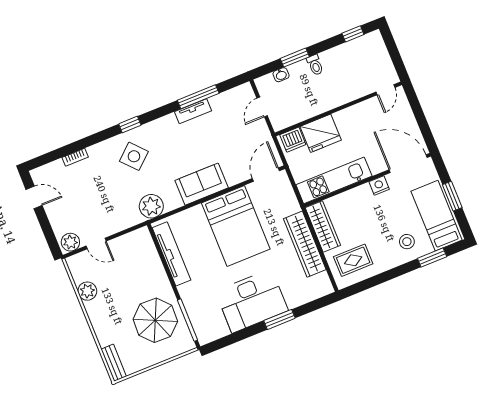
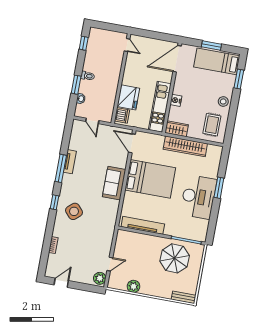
window: (198, 97) -> (61, 168), moved
nightstand: (379, 186) -> (176, 100), moved
plant: (151, 206) -> (109, 220), removed
wardrobe: (323, 226) -> (177, 129), width x0.67
stool: (407, 242) -> (223, 101), moved

